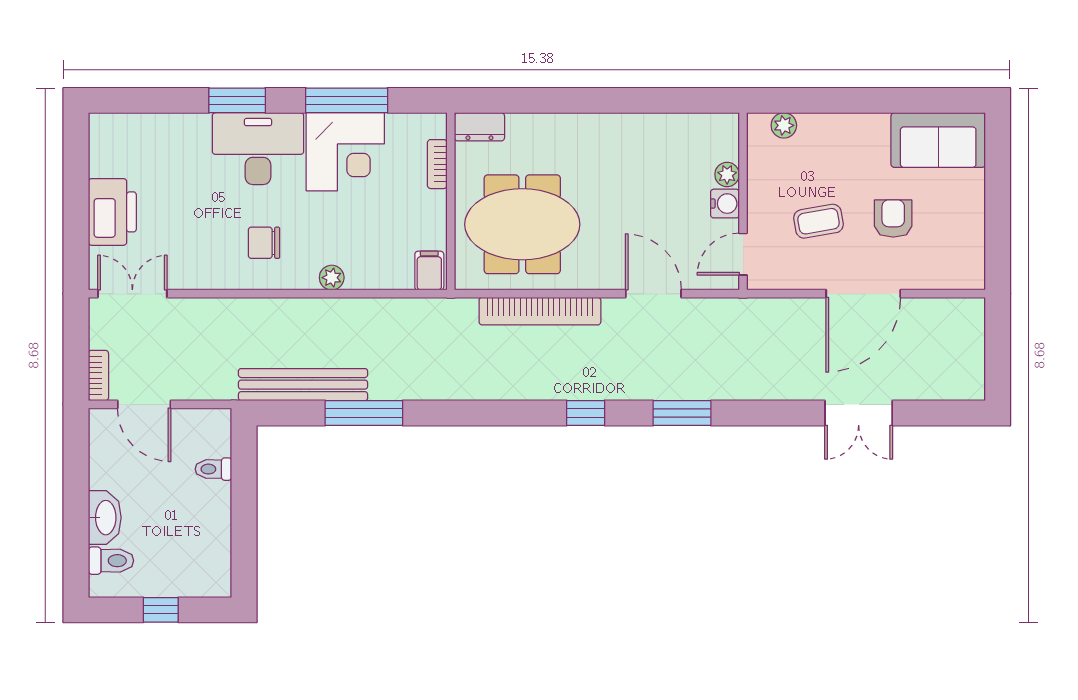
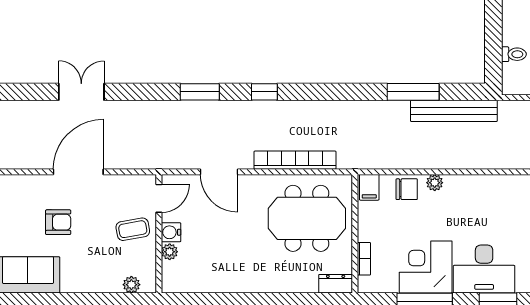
armchair: (893, 219) -> (58, 222), turned -90
coffee table: (819, 221) -> (133, 229), moved
chair: (264, 243) -> (407, 189), moved

